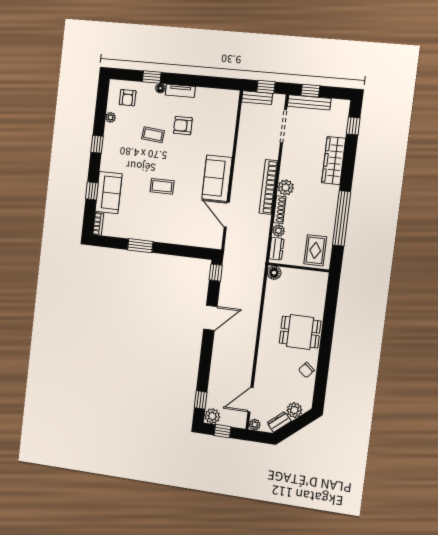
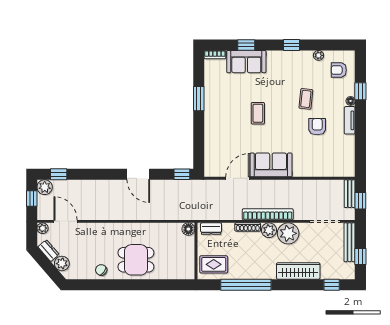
window: (310, 91) -> (360, 256), moved
plant: (279, 231) -> (288, 233), moved, width x1.87, depth x1.87
dining table: (300, 332) -> (136, 260), turned 90

